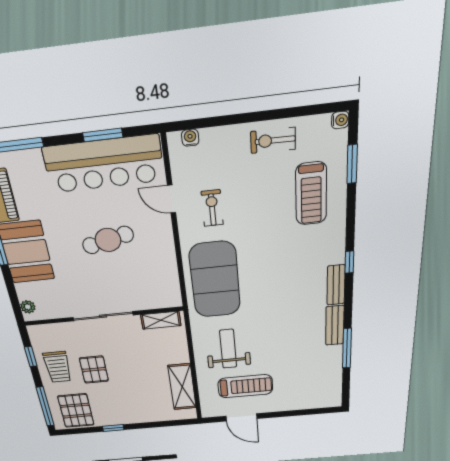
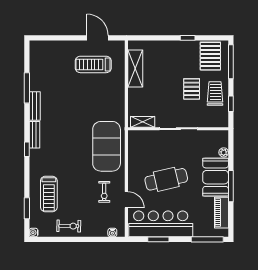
treadmill: (311, 194) -> (49, 194), turned 180
cafe table: (108, 240) -> (166, 179), width x1.37, depth x1.35
plant: (28, 307) -> (224, 152), moved
weight bench: (228, 349) -> (102, 96), removed

